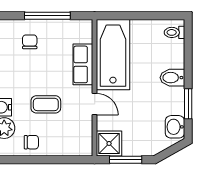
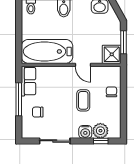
row of seats: (83, 64) -> (28, 81), moved, turned -90
door: (95, 104) -> (83, 65), swing flipped
chair: (31, 142) -> (111, 92), moved

